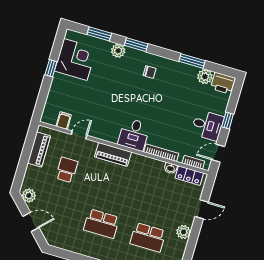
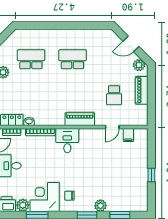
corner desk: (75, 59) -> (45, 197), moved, turned 90
piano: (39, 149) -> (142, 90), moved

